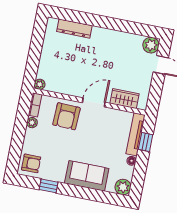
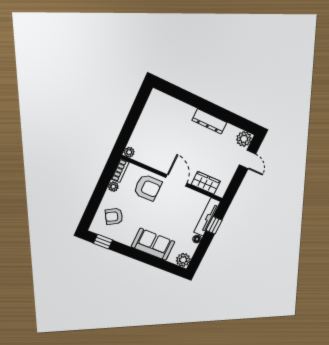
dresser: (74, 29) -> (209, 121), moved
door: (94, 102) -> (176, 180), hinge flipped
armchair: (66, 116) -> (148, 188), turned -92
armchair: (31, 163) -> (114, 216), moved, turned 150
window: (49, 186) -> (103, 242), moved

